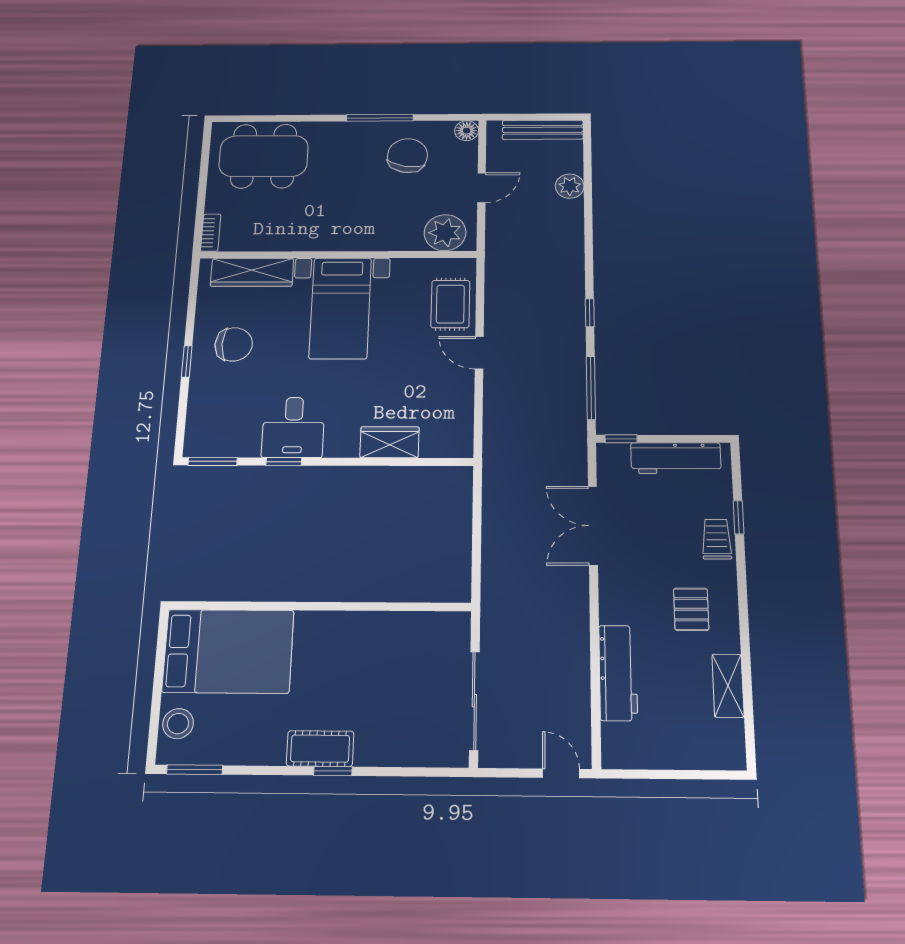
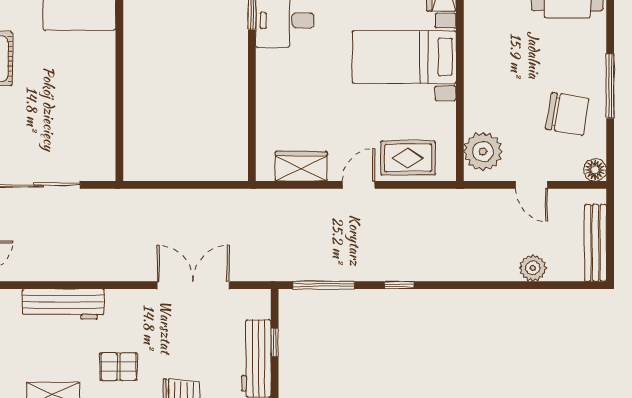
window: (621, 439) -> (275, 342), moved
wardrobe: (390, 442) -> (301, 166), moved, turned -90

